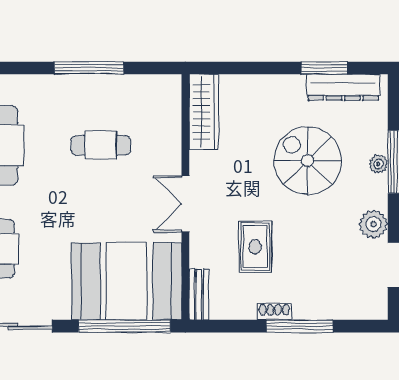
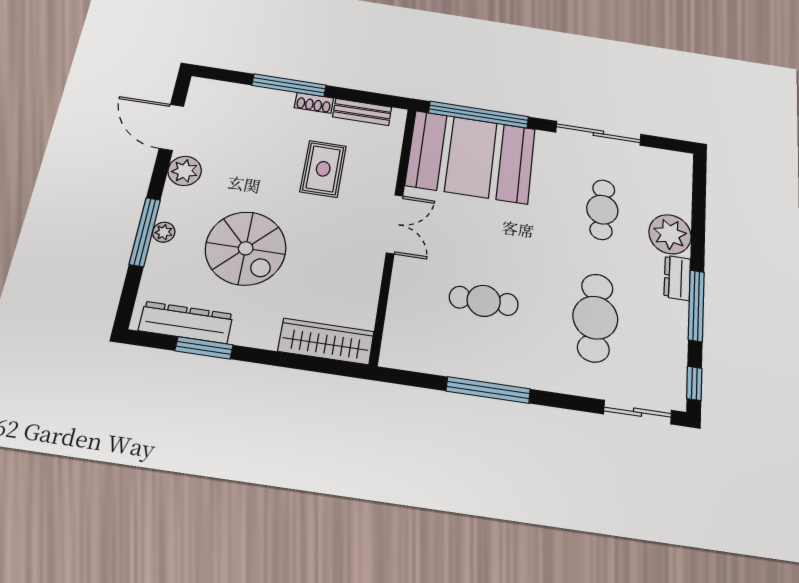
wardrobe: (204, 112) -> (326, 341), moved, turned 90
bench: (199, 294) -> (362, 112), moved, turned 90

